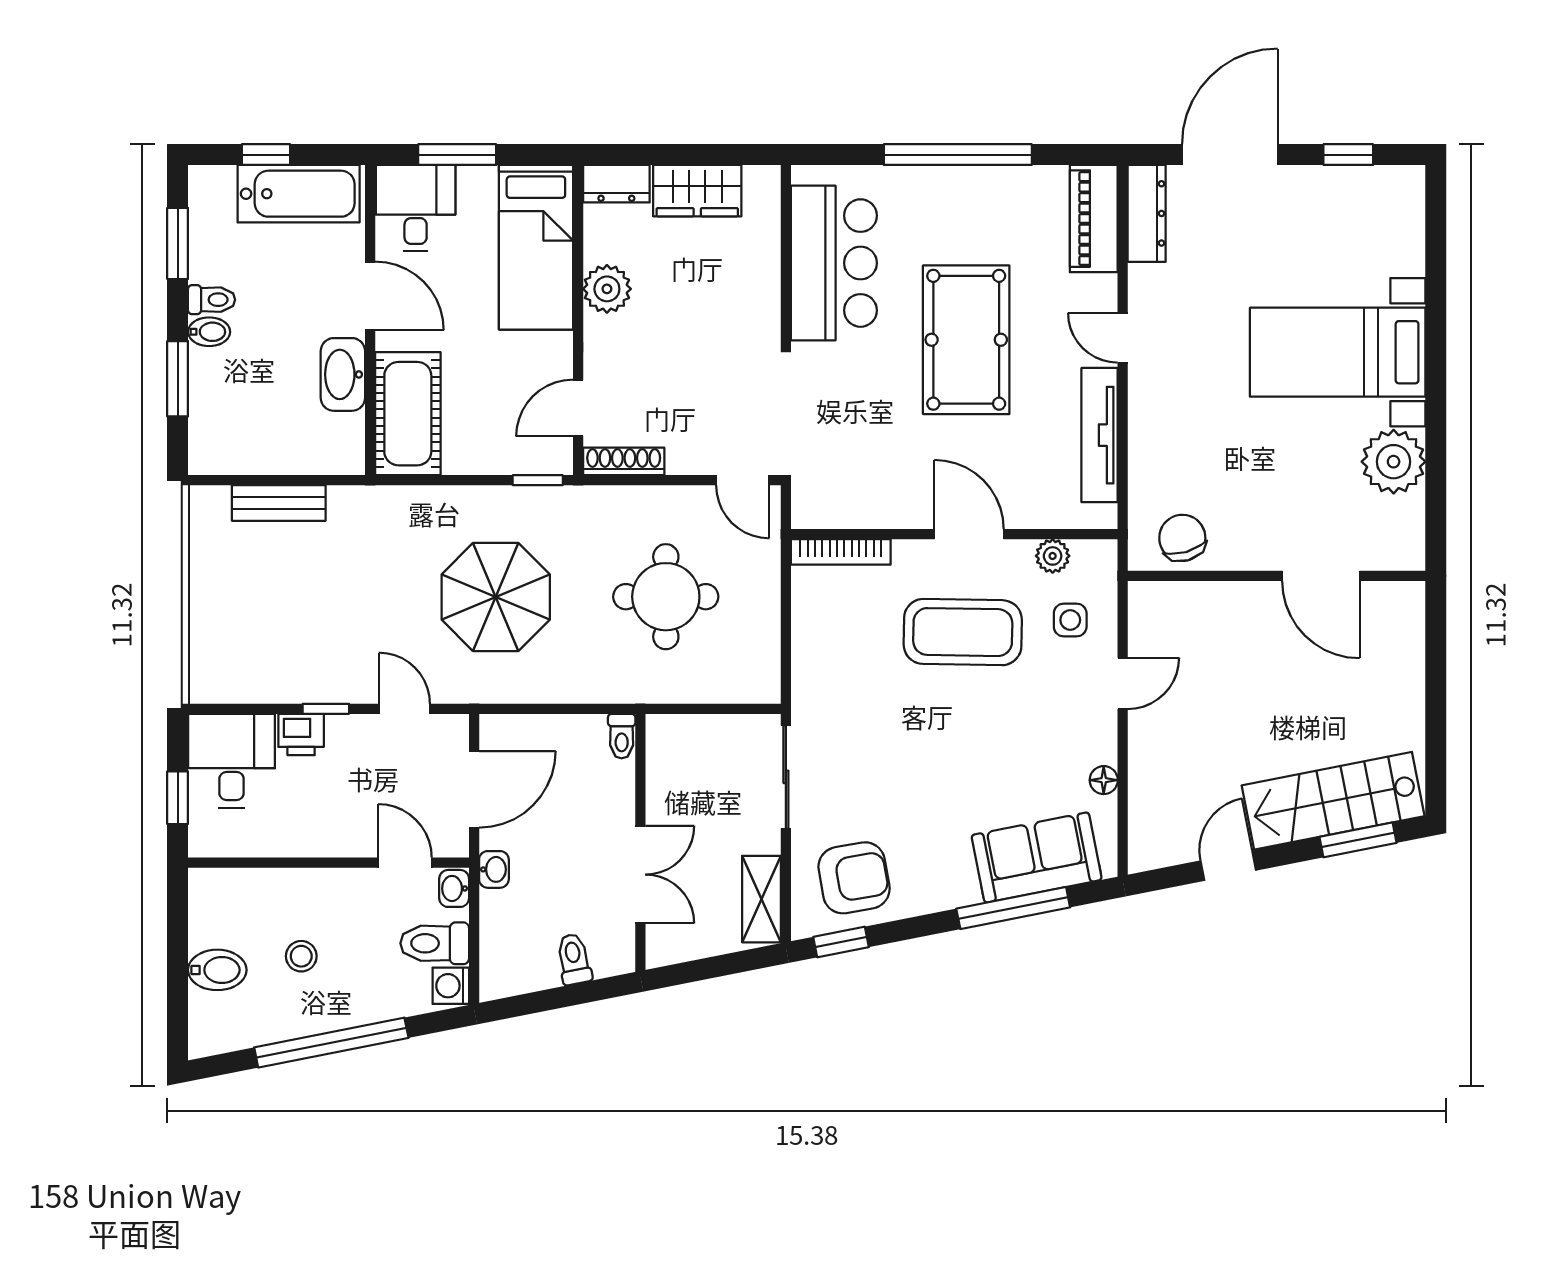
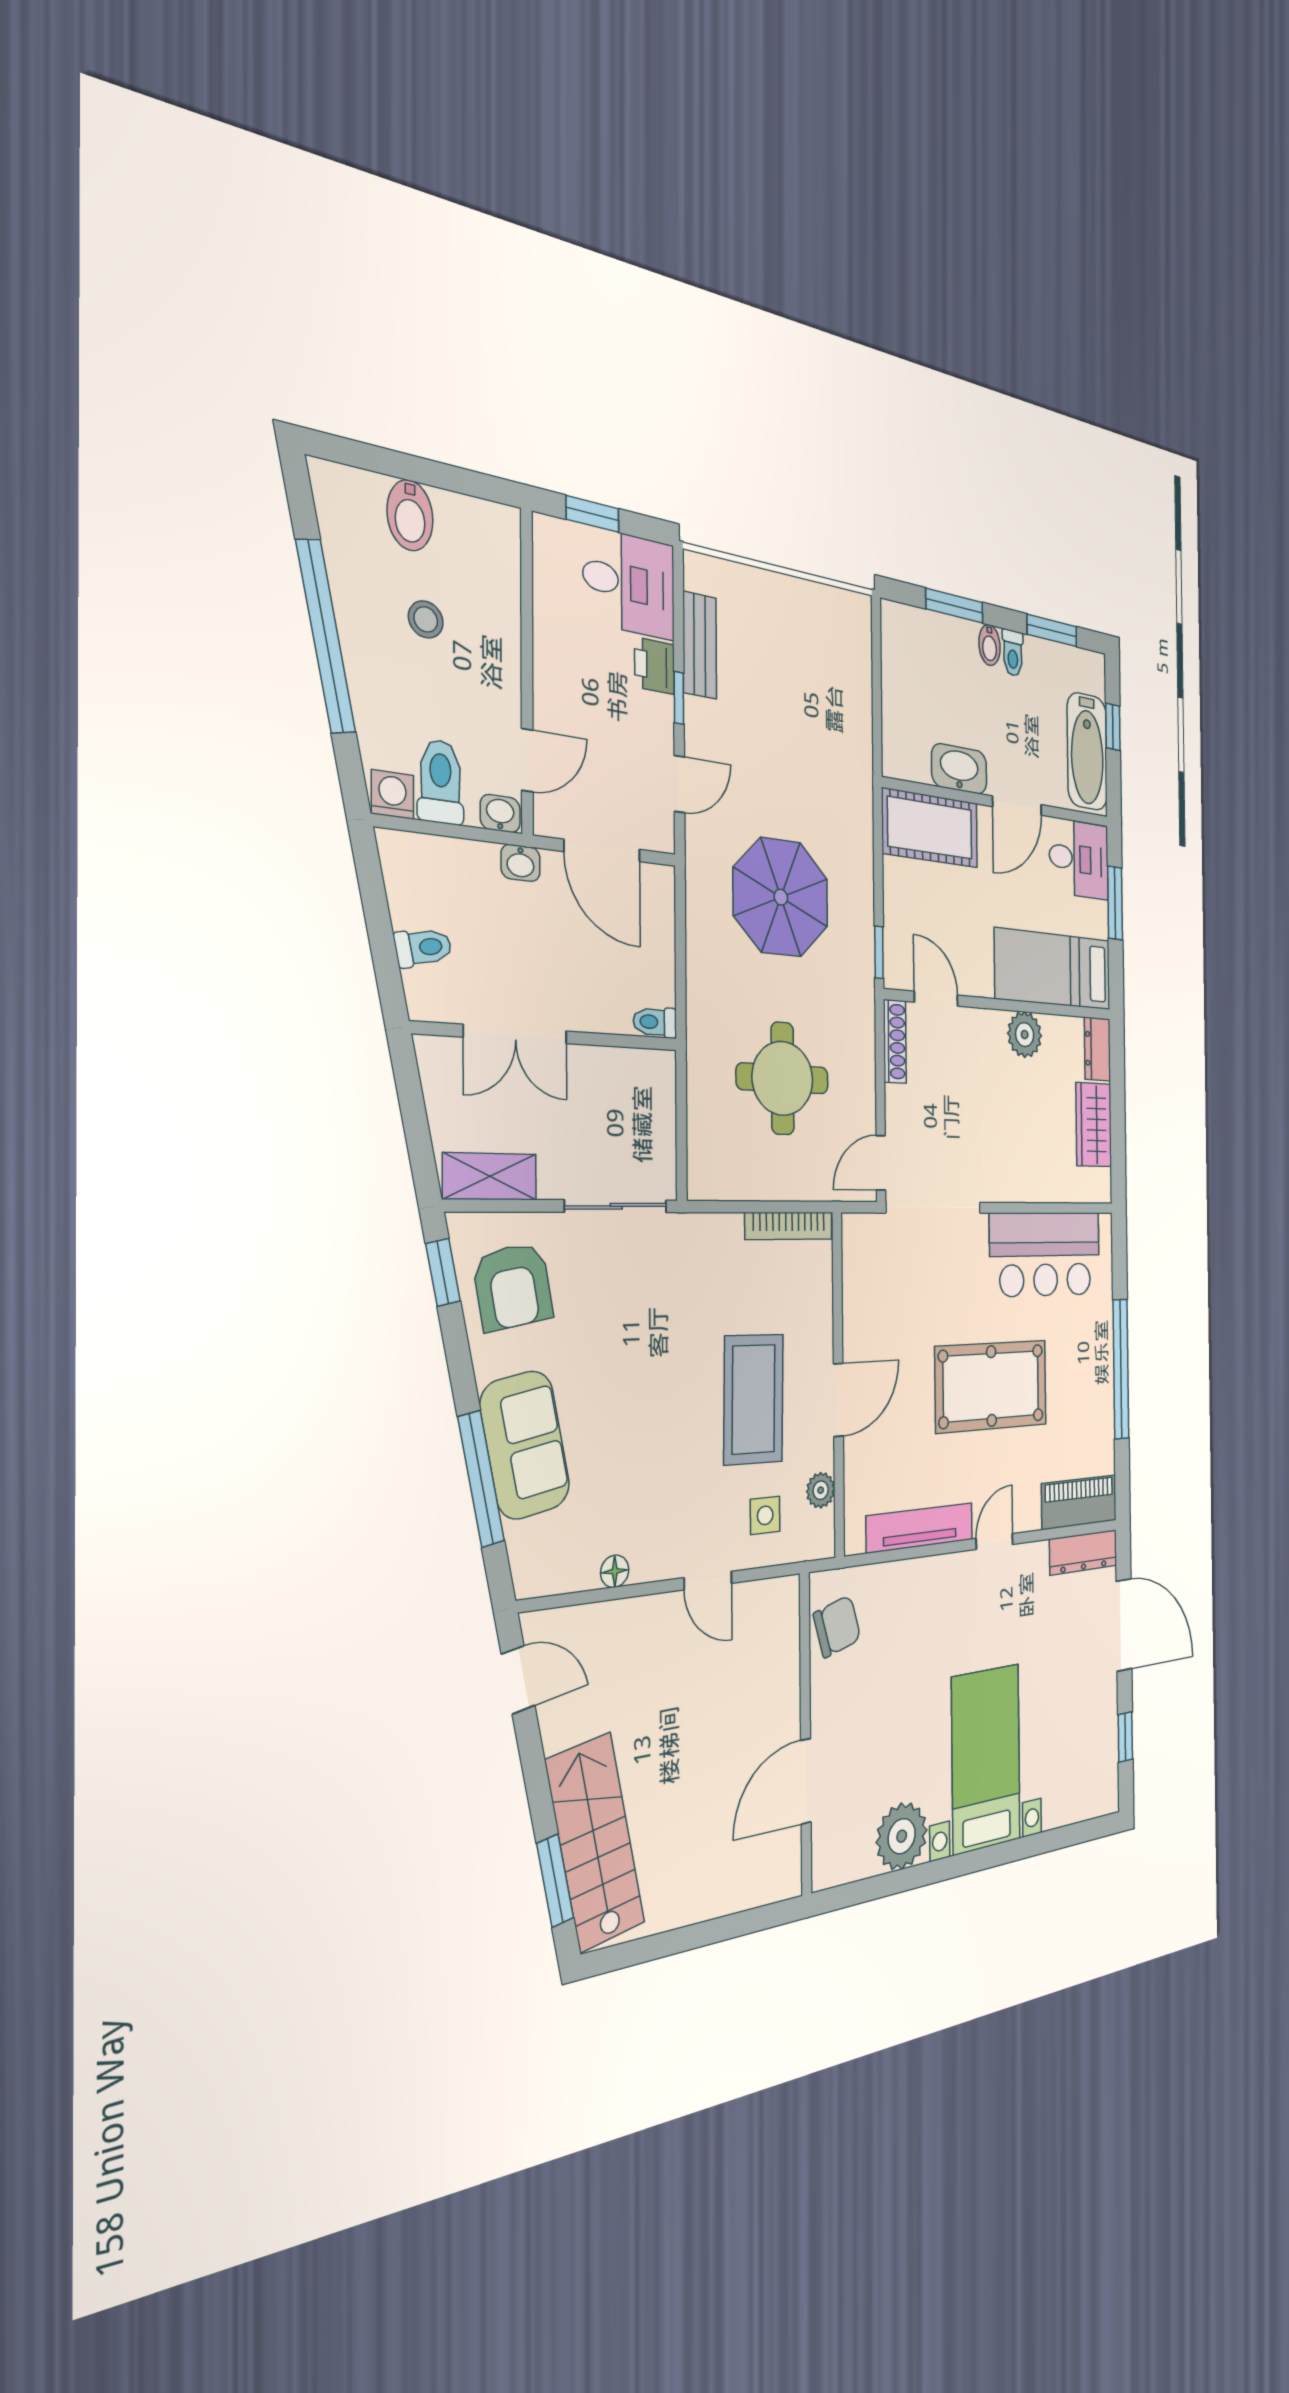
bench: (279, 503) -> (700, 645), moved
bookcase: (841, 552) -> (789, 1226), moved, turned -90
sofa: (1037, 857) -> (525, 1445), moved
door: (1228, 865) -> (518, 1680), moved

